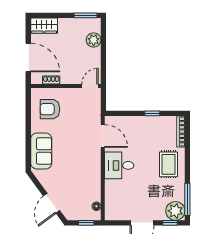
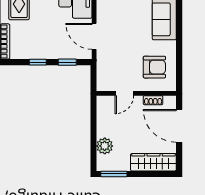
wardrobe: (44, 26) -> (153, 162), width x1.50
door: (90, 86) -> (124, 93), moved
window: (126, 113) -> (67, 62), added

